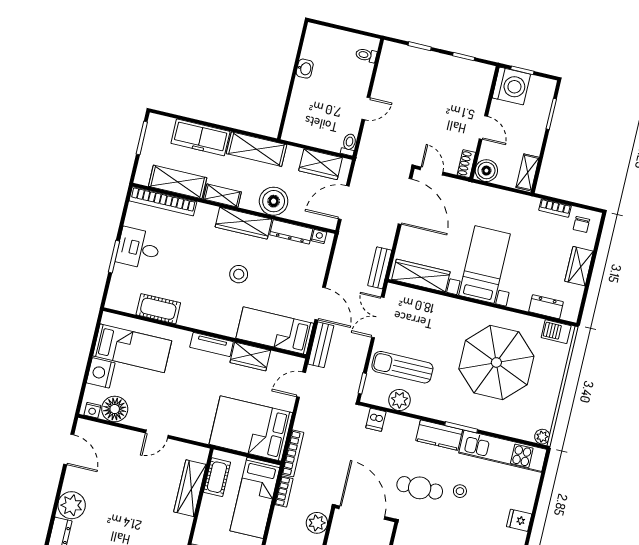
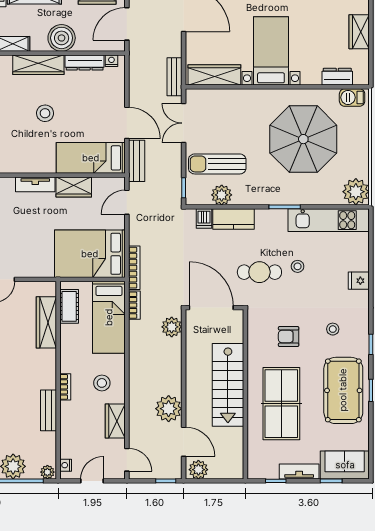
kitchen counter: (439, 435) -> (234, 219), moved
plant: (542, 437) -> (356, 192), width x1.88, depth x1.88

